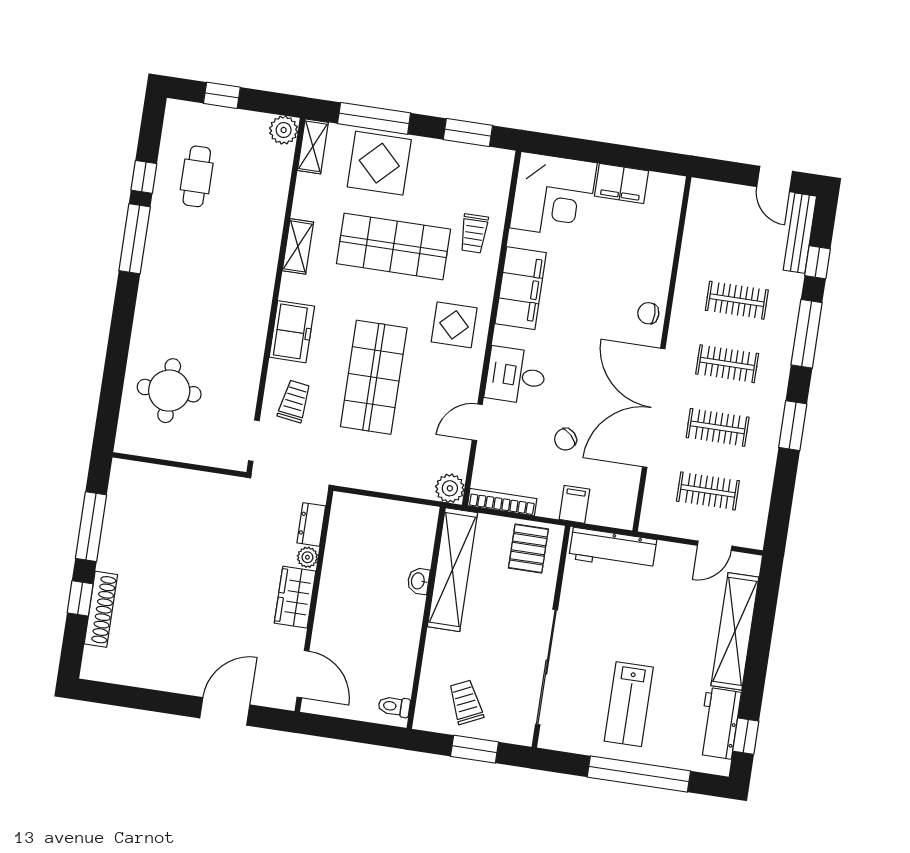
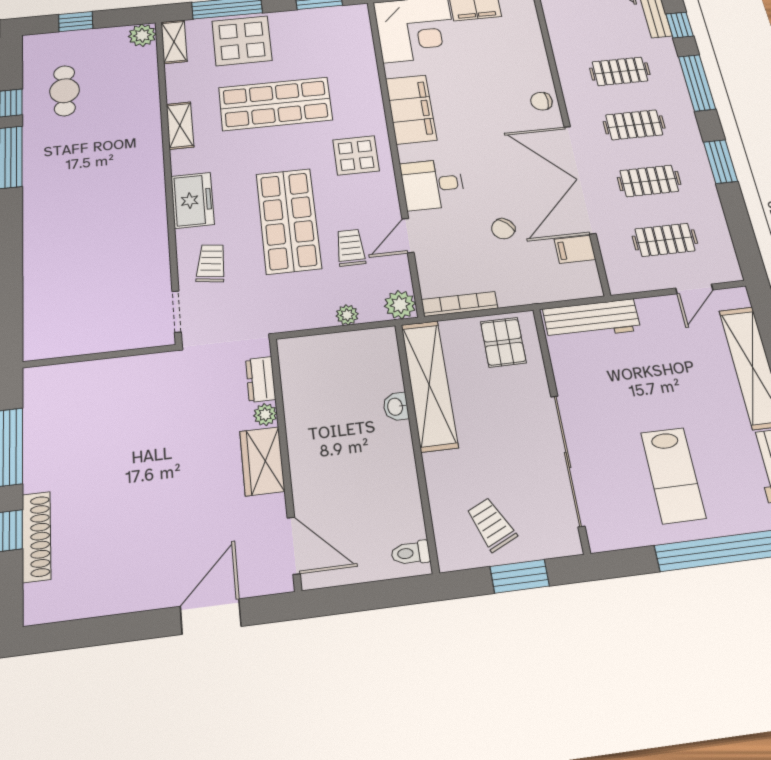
trolley: (474, 233) -> (351, 248), moved, turned 180
round table: (169, 391) -> (74, 286), removed
plant: (401, 485) -> (347, 315), added
filing cabinet: (574, 504) -> (575, 249), moved, turned -90

